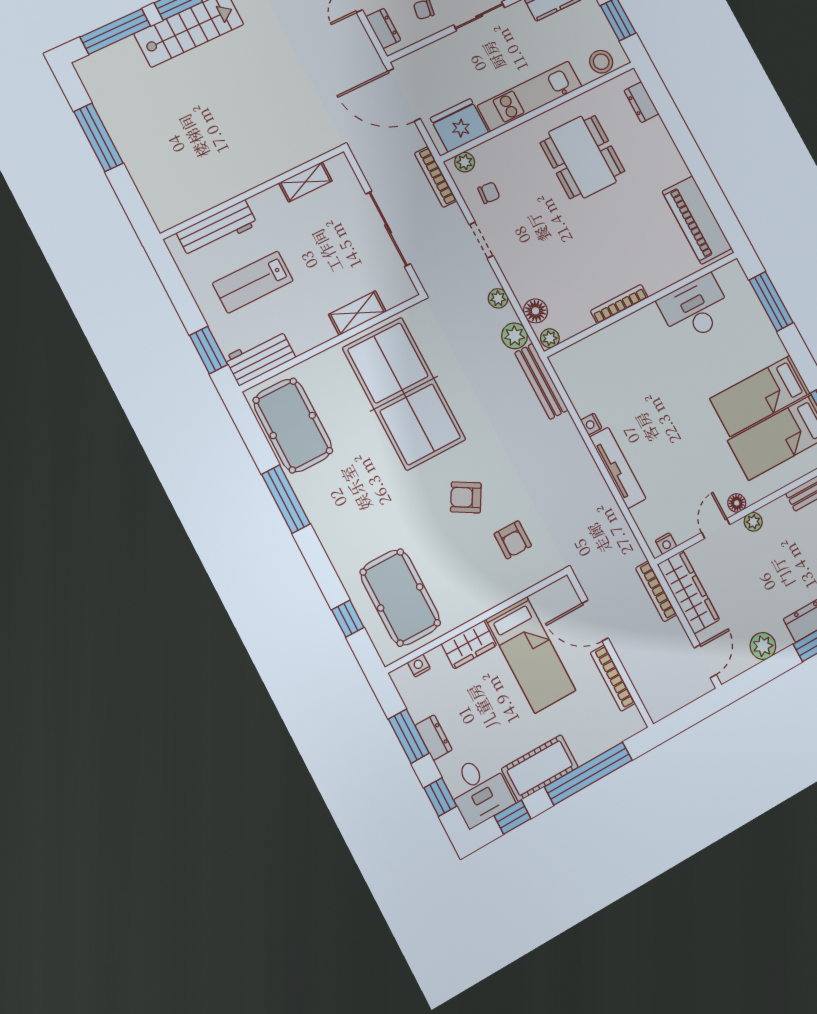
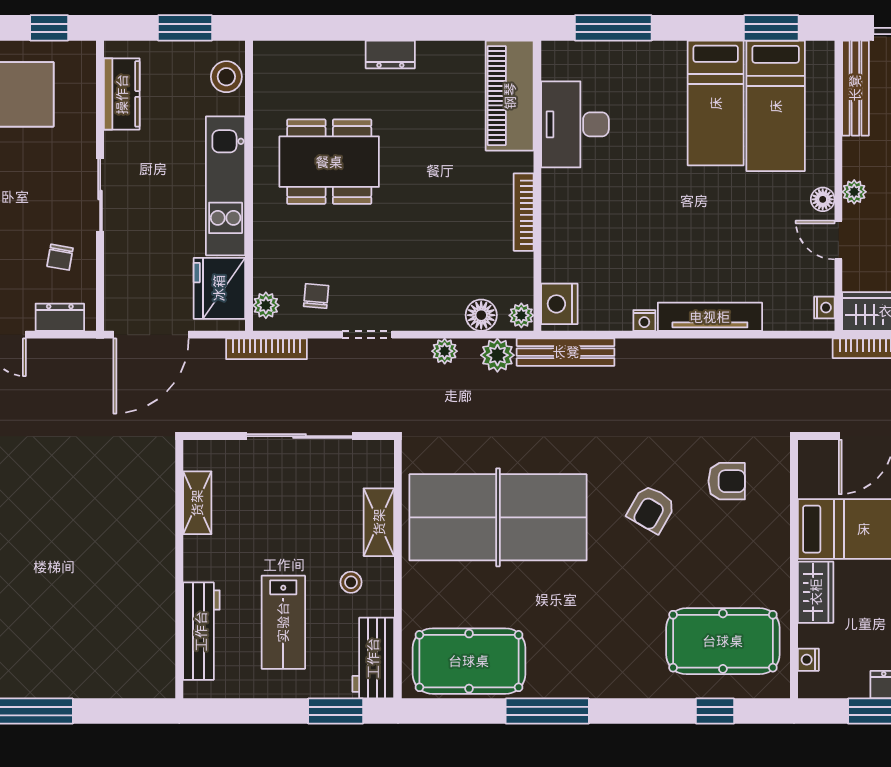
dresser: (641, 102) -> (390, 54), moved
piano: (697, 220) -> (510, 96), moved, turned 90
stool: (305, 315) -> (351, 582), added
nightstand: (571, 360) -> (559, 304), added

